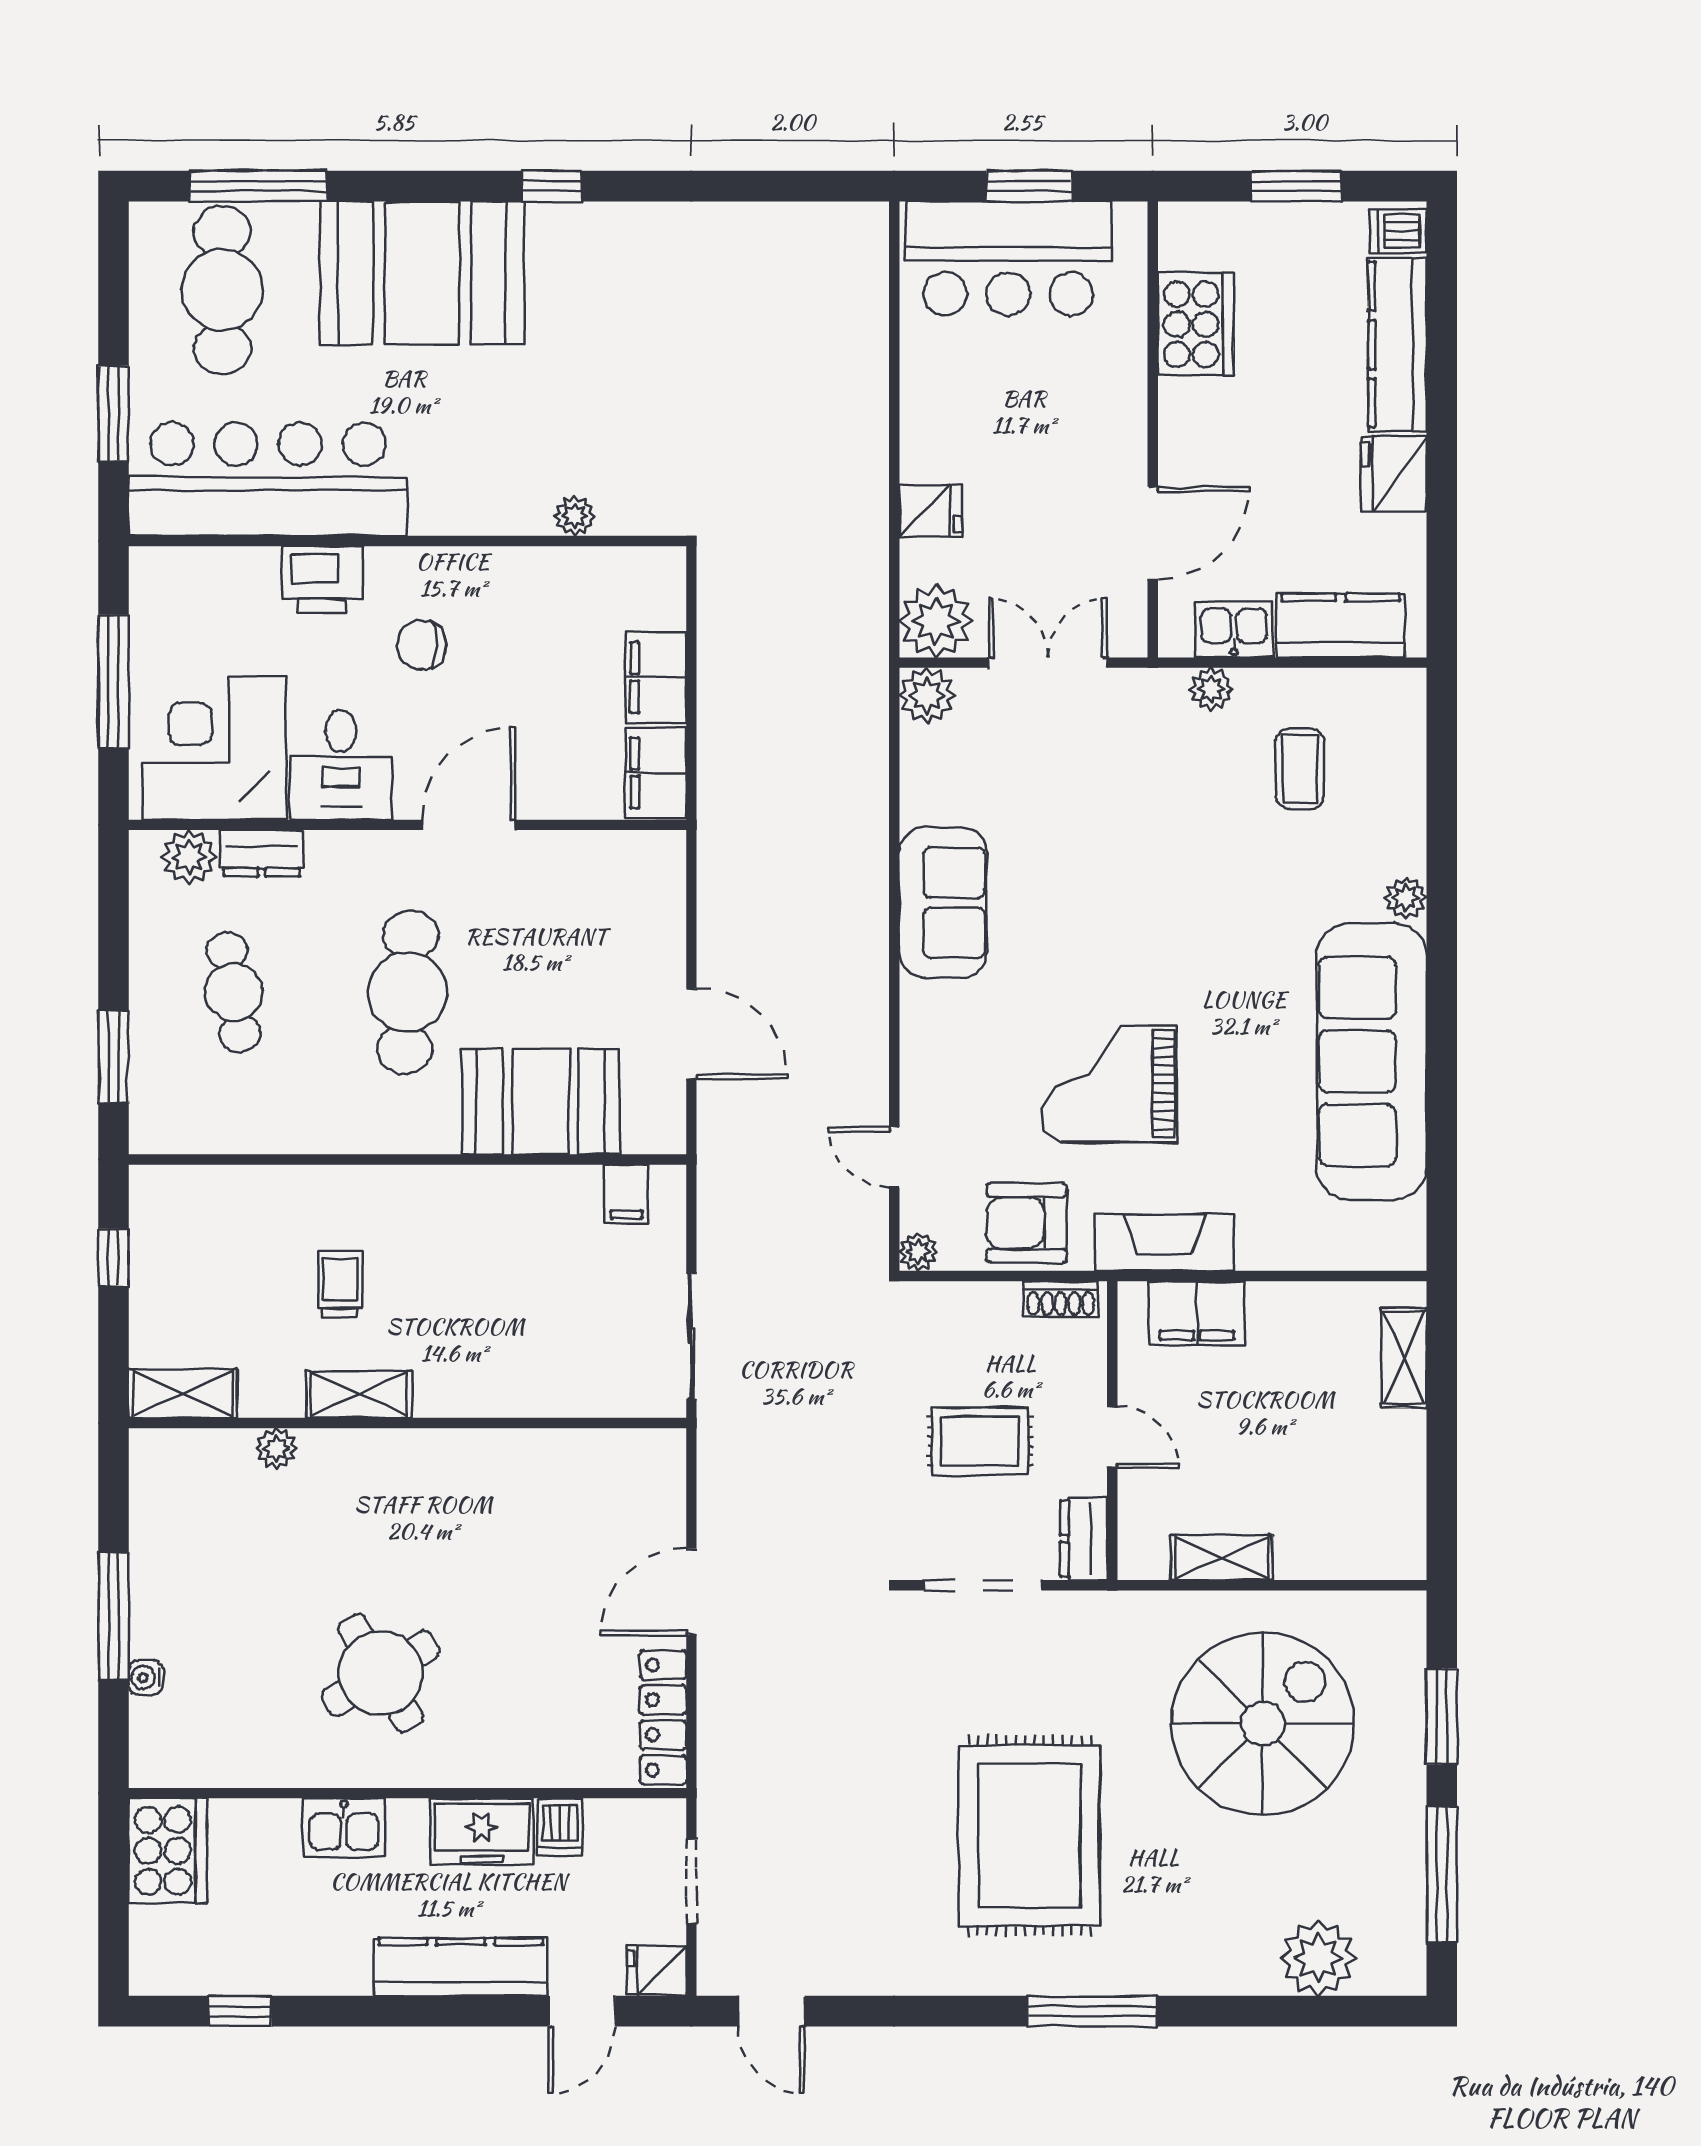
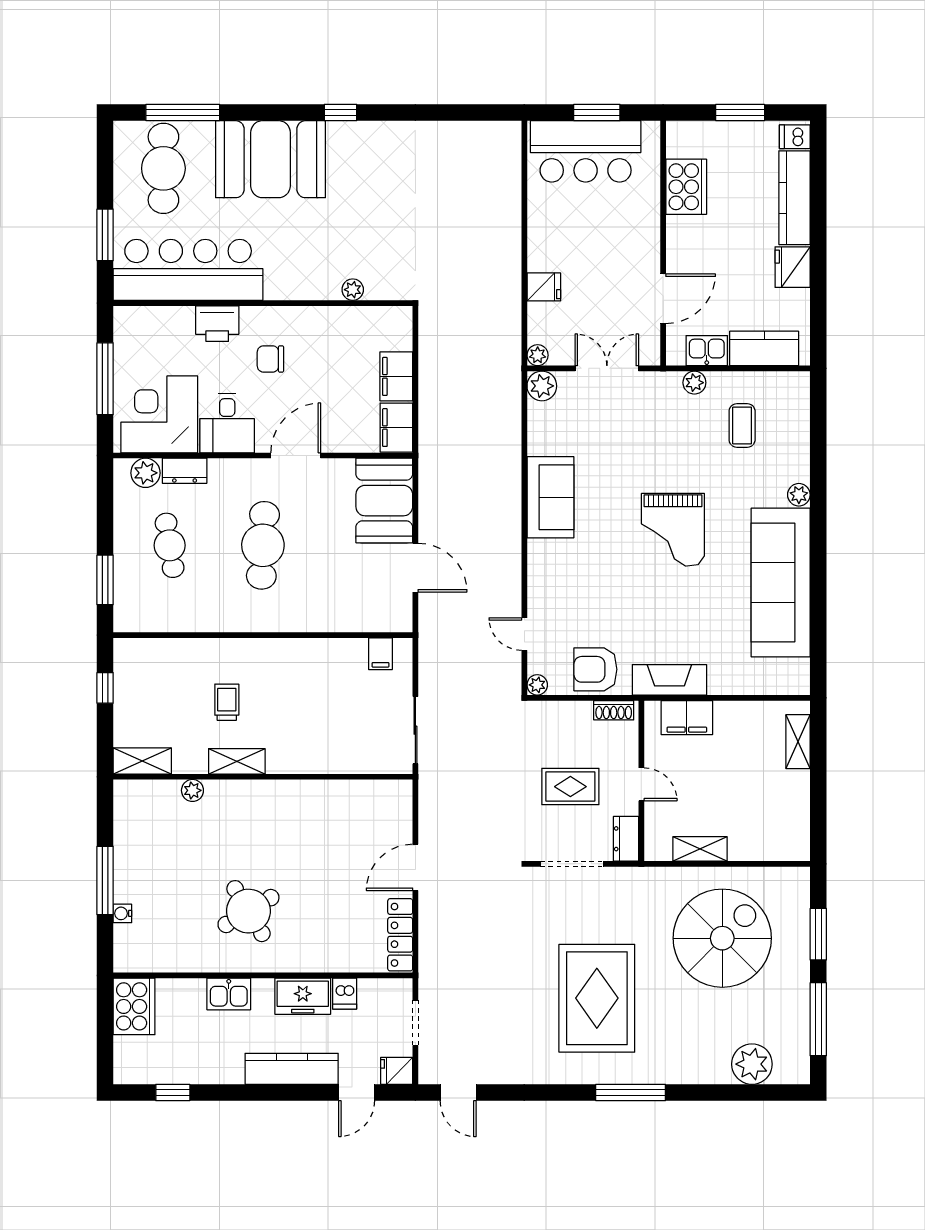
plant: (936, 621) -> (538, 355), width x0.53, depth x0.53
grand piano: (1109, 1084) -> (673, 530), moved, turned -90
booth: (541, 1102) -> (384, 501), moved, turned 90

